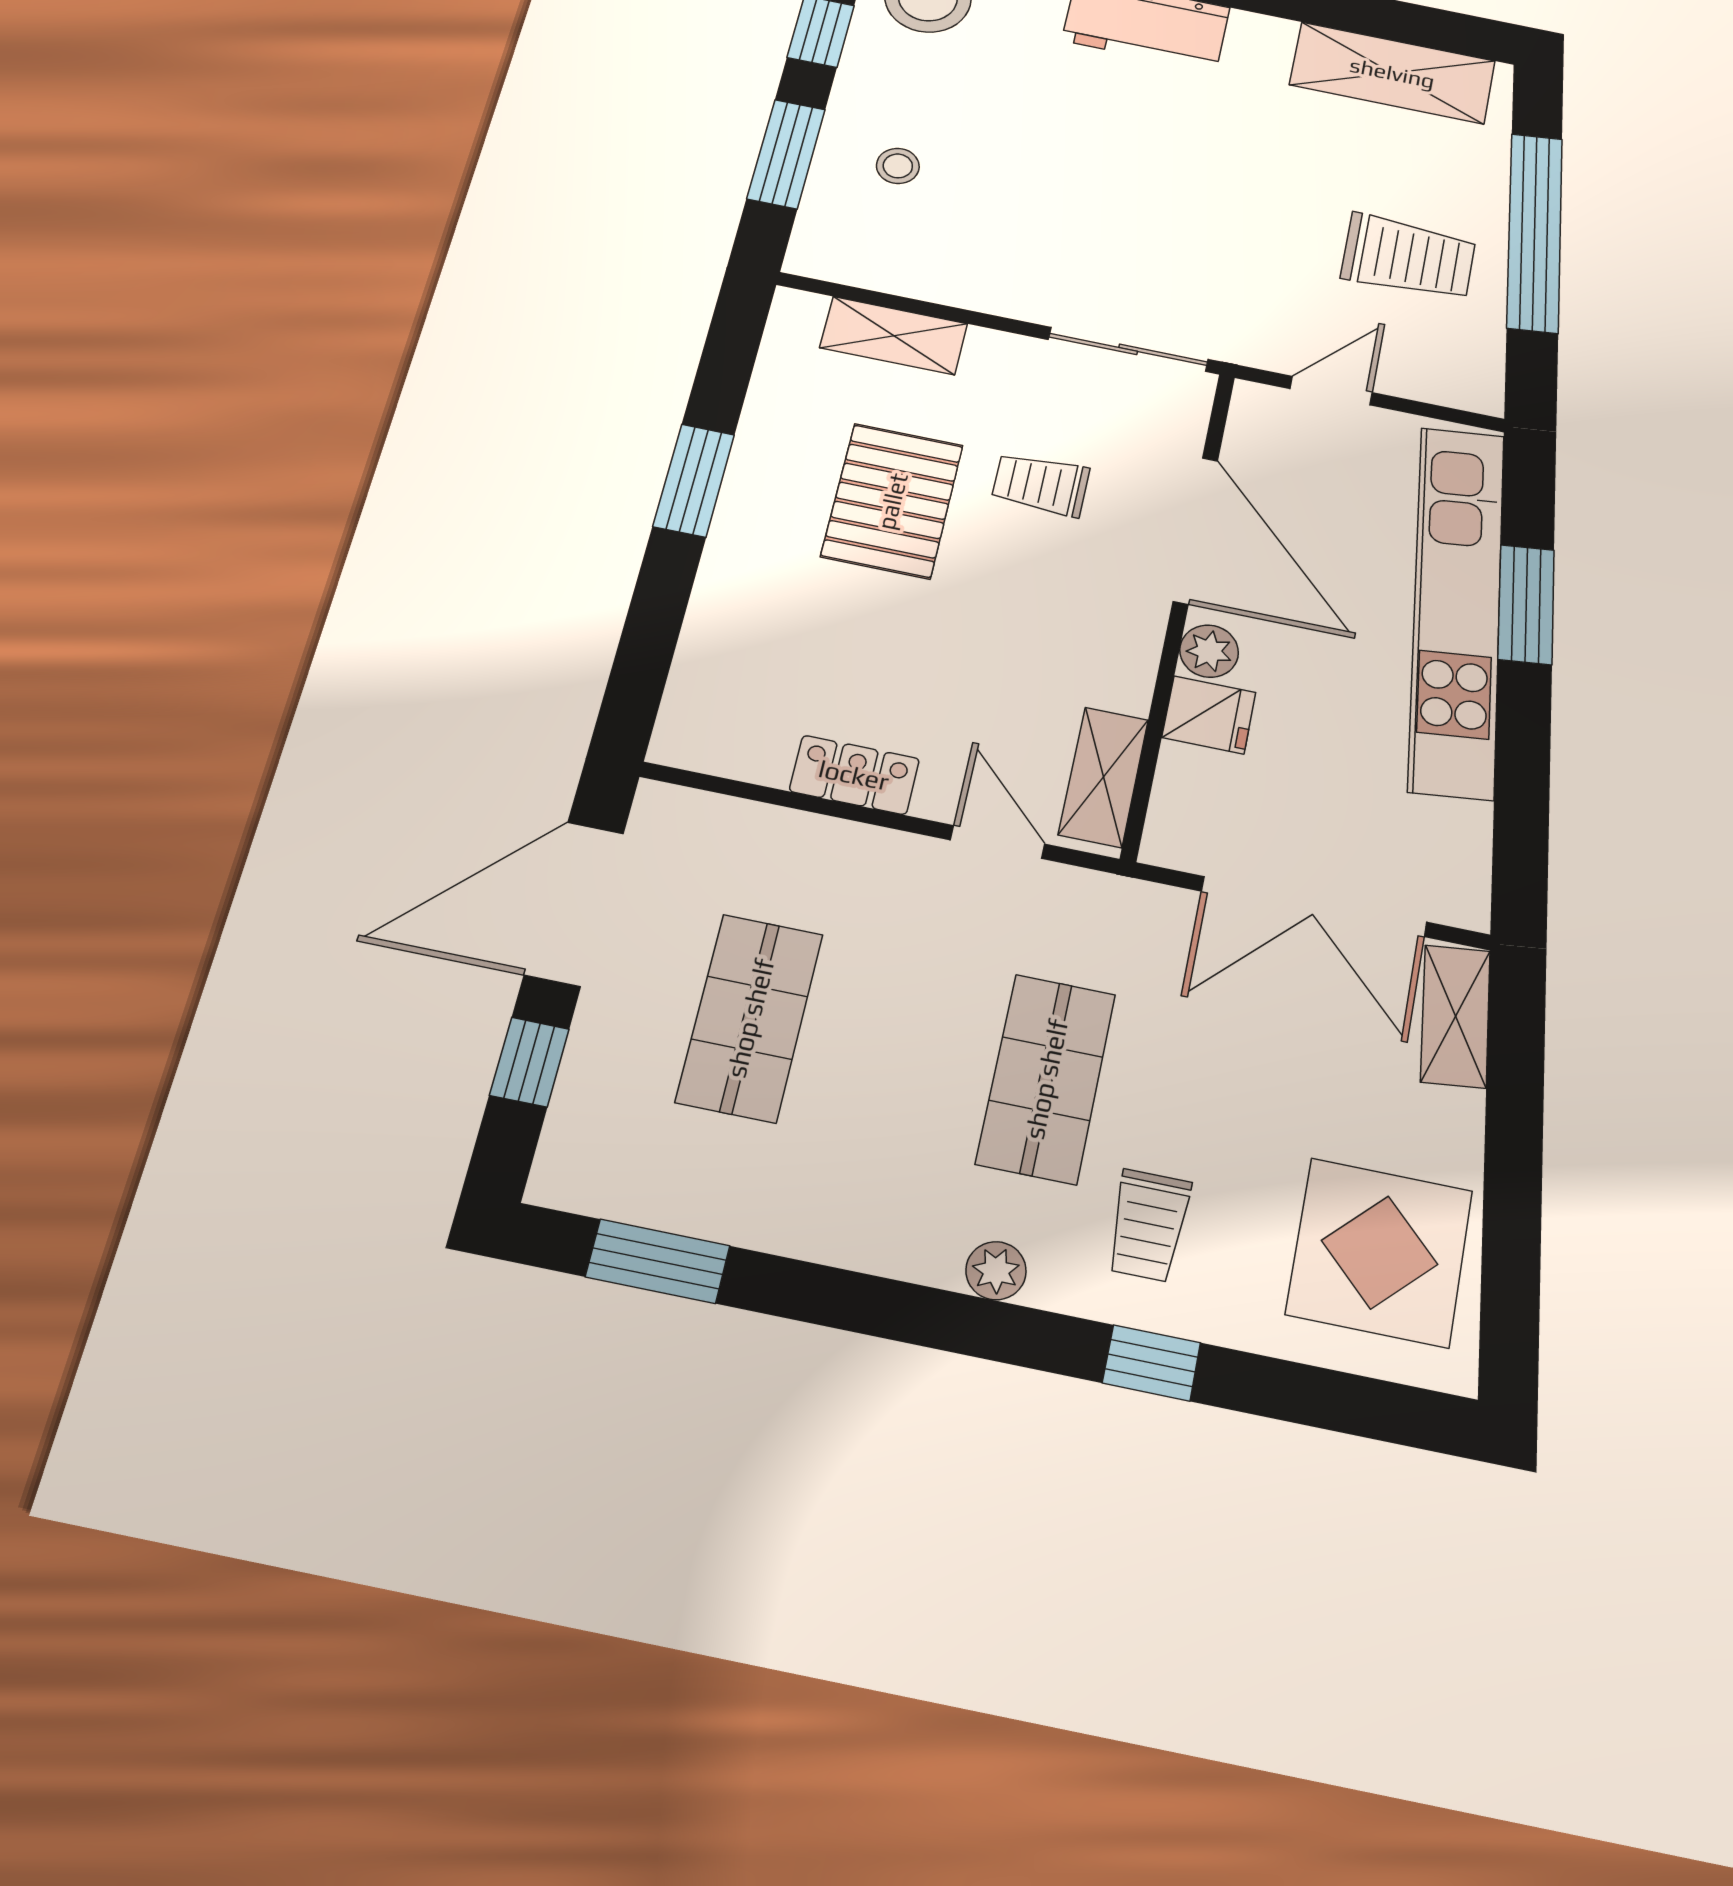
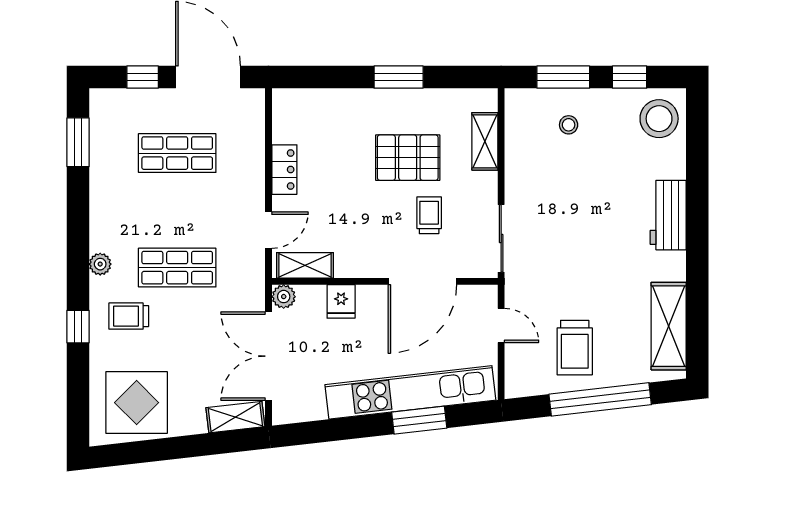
plant: (1209, 651) -> (284, 297), moved

